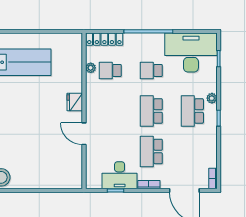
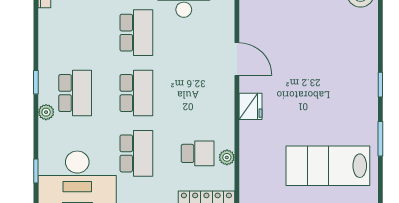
school desk: (151, 70) -> (136, 153), width x1.85

